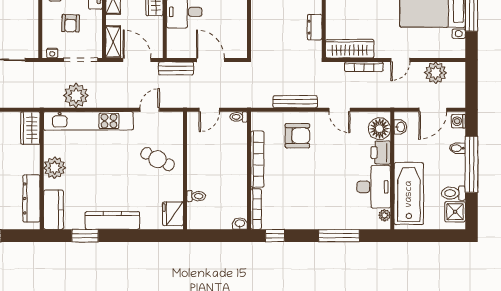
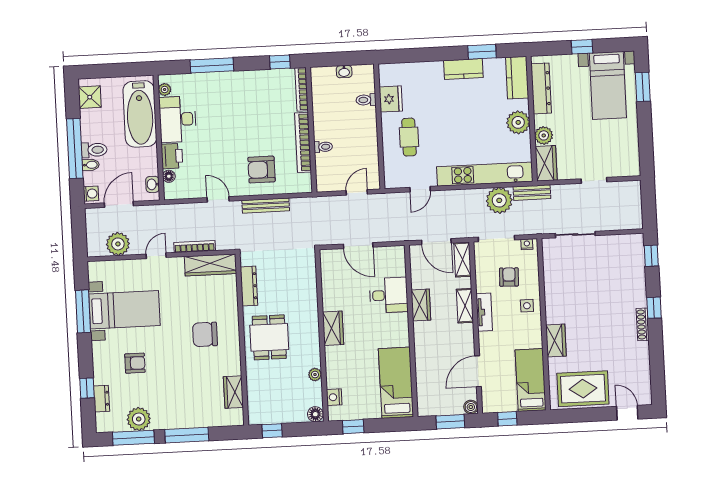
dresser: (315, 27) -> (249, 286), width x1.44
bench: (176, 68) -> (532, 193), moved
toilet: (239, 117) -> (323, 147), moved
floor lamp: (379, 129) -> (169, 176), width x0.53, depth x0.53
plant: (31, 154) -> (544, 135), added
cafe table: (158, 159) -> (409, 137), turned 63
toilet: (453, 193) -> (94, 150), moved
fridge: (173, 214) -> (391, 99), moved
kitchen counter: (112, 220) -> (463, 69), width x0.67
washbasin: (240, 224) -> (344, 72), moved

